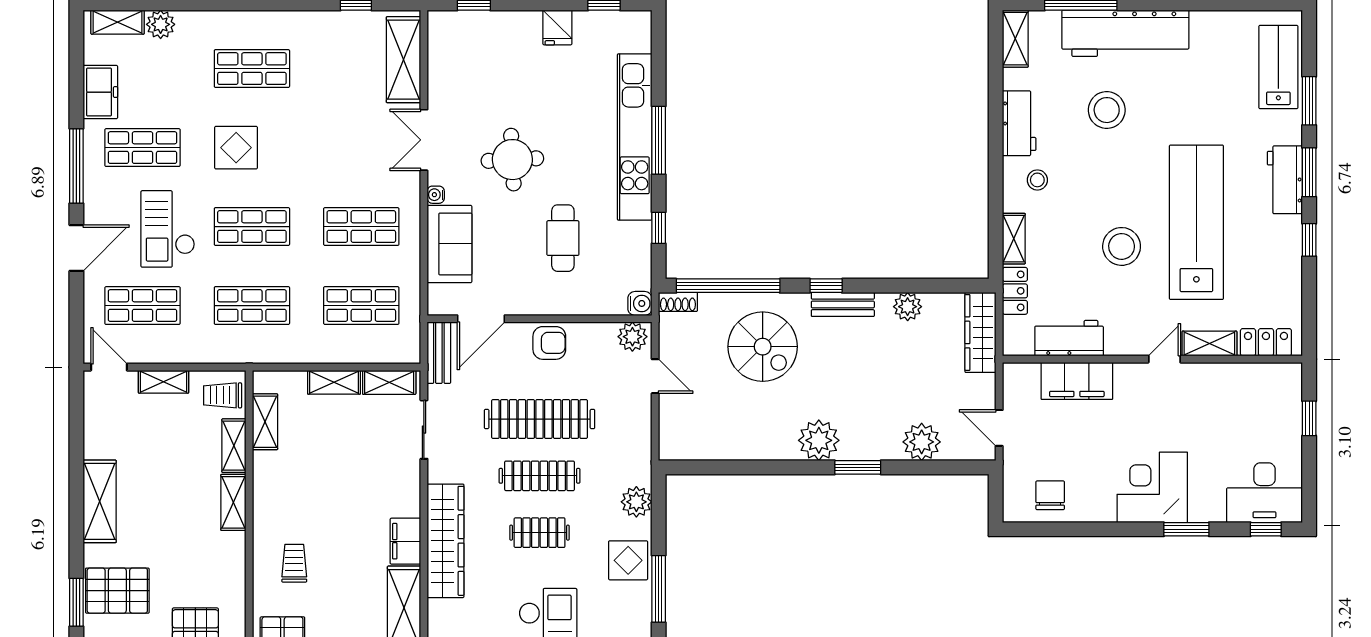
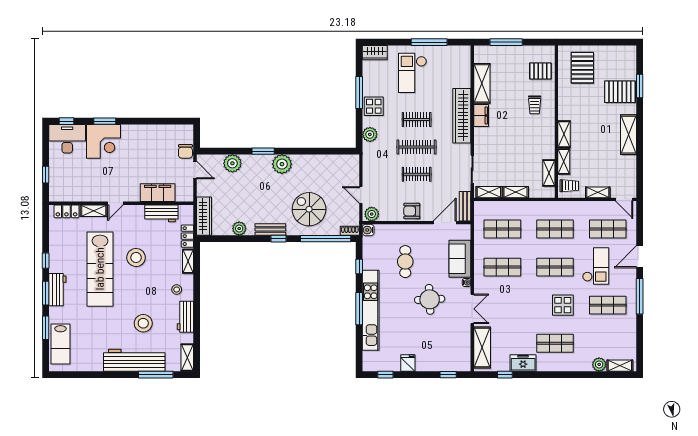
freezer: (100, 92) -> (523, 363), moved, turned 90
clothes rail: (540, 419) -> (417, 174), width x0.54, depth x0.76
corner desk: (1152, 487) -> (103, 141), moved
chair: (1050, 495) -> (185, 151), moved

